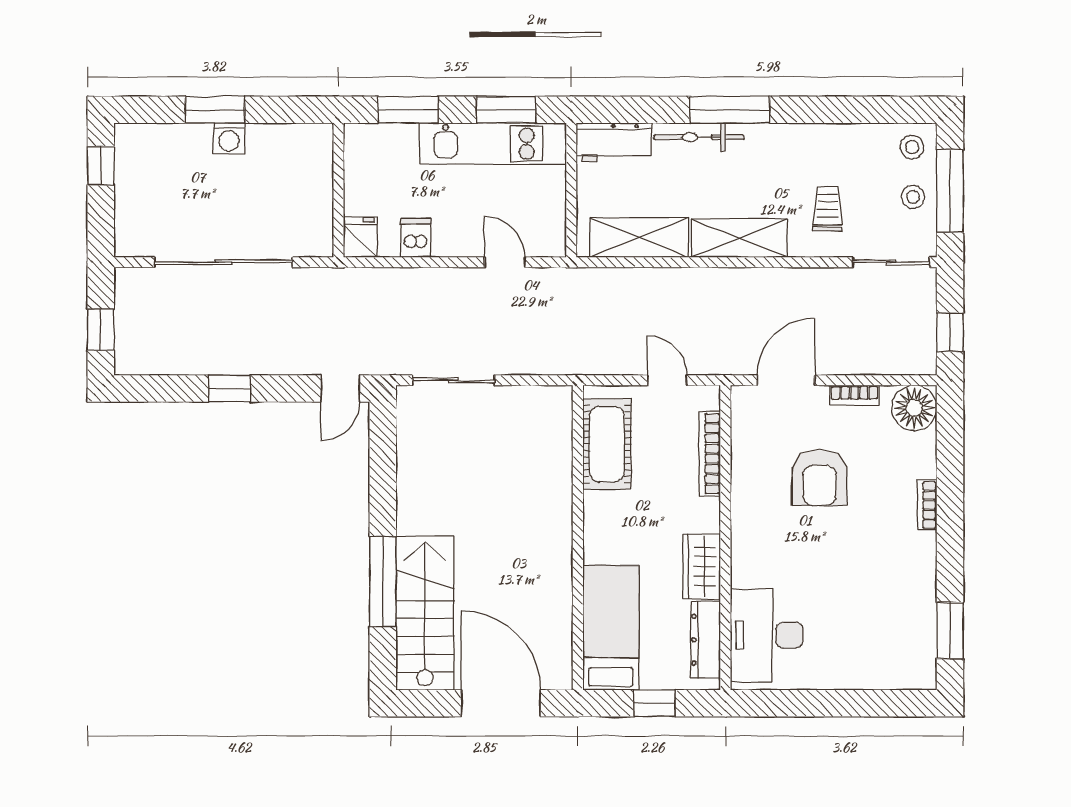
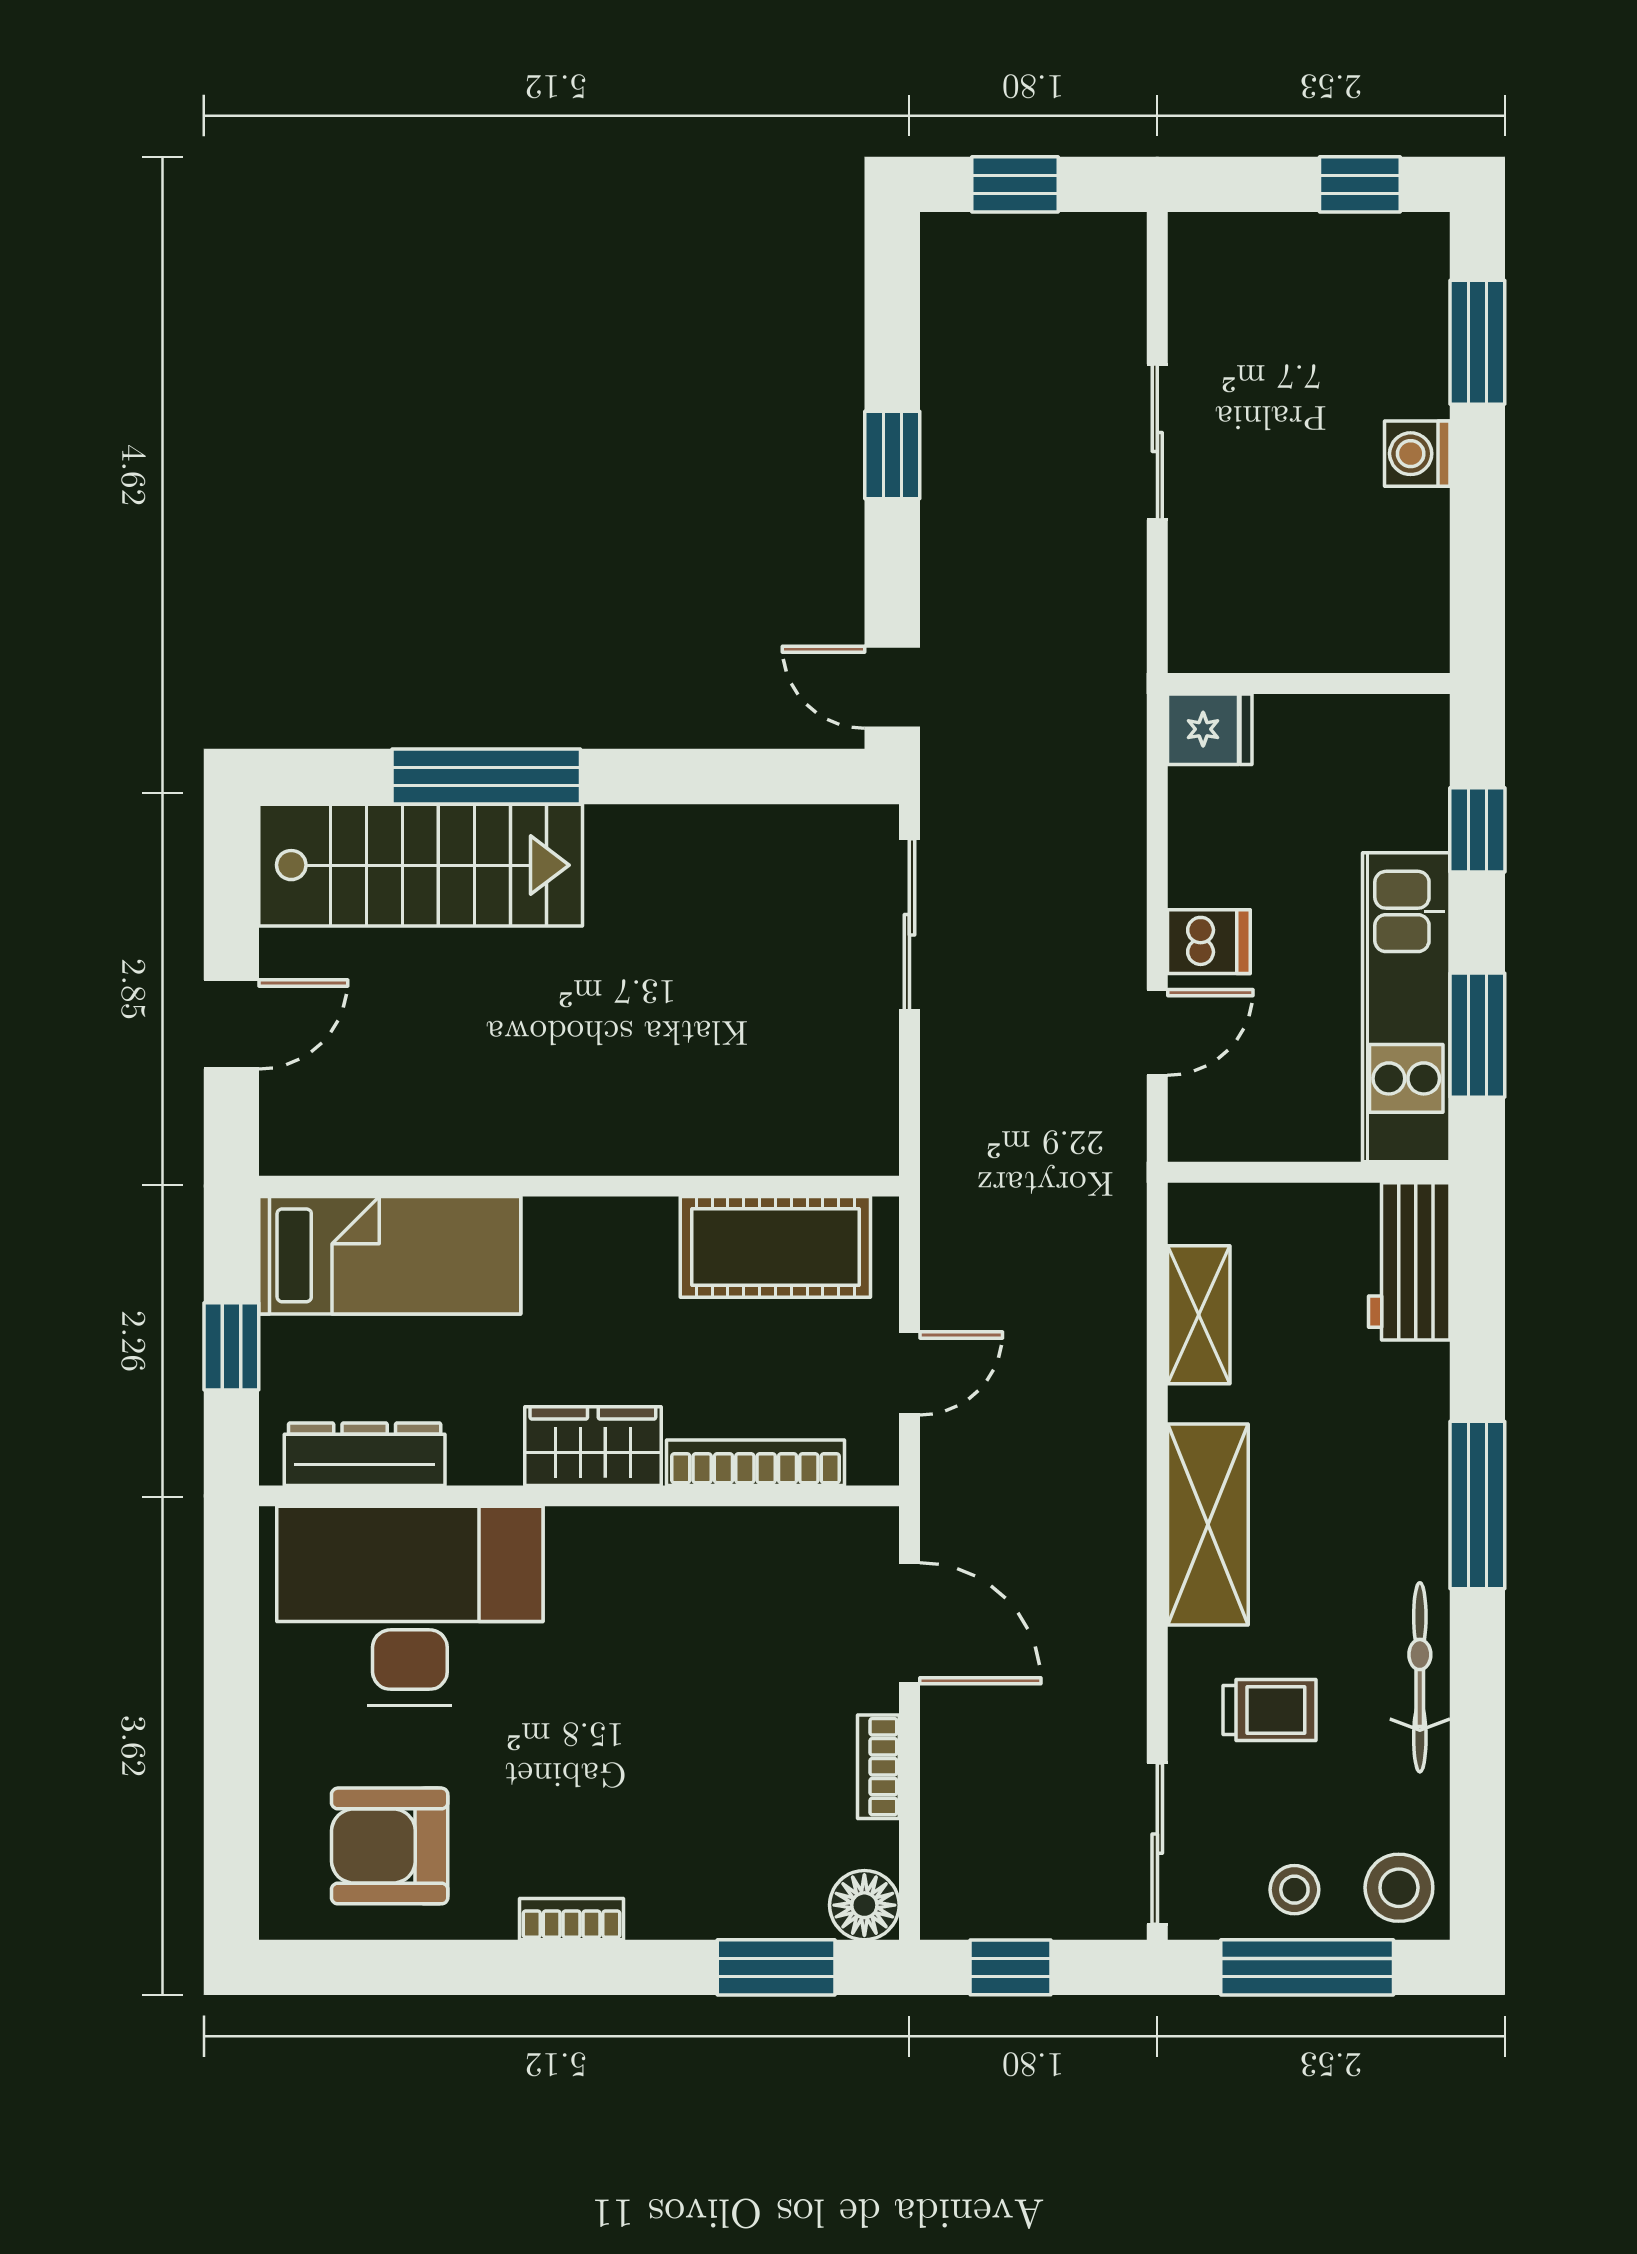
window: (215, 110) -> (1477, 342), moved
window: (408, 110) -> (1477, 830), width x0.67
bicycle: (699, 137) -> (1420, 1677), moved
stool: (912, 147) -> (1399, 1888), width x1.37, depth x1.37
dishwasher: (416, 238) -> (1209, 942), moved
shelving: (639, 238) -> (1199, 1315), width x0.67, depth x0.75
sliding door: (223, 262) -> (1157, 442), width x0.54
floor lamp: (914, 408) -> (864, 1905), width x0.73, depth x0.73
armchair: (819, 478) -> (390, 1846), moved
bookcase: (927, 505) -> (572, 1919), moved
wardrobe: (702, 566) -> (593, 1446), moved
window: (950, 631) -> (776, 1967), moved
desk: (767, 635) -> (410, 1606), width x1.36, depth x1.30
door: (501, 703) -> (231, 1024), width x0.53

